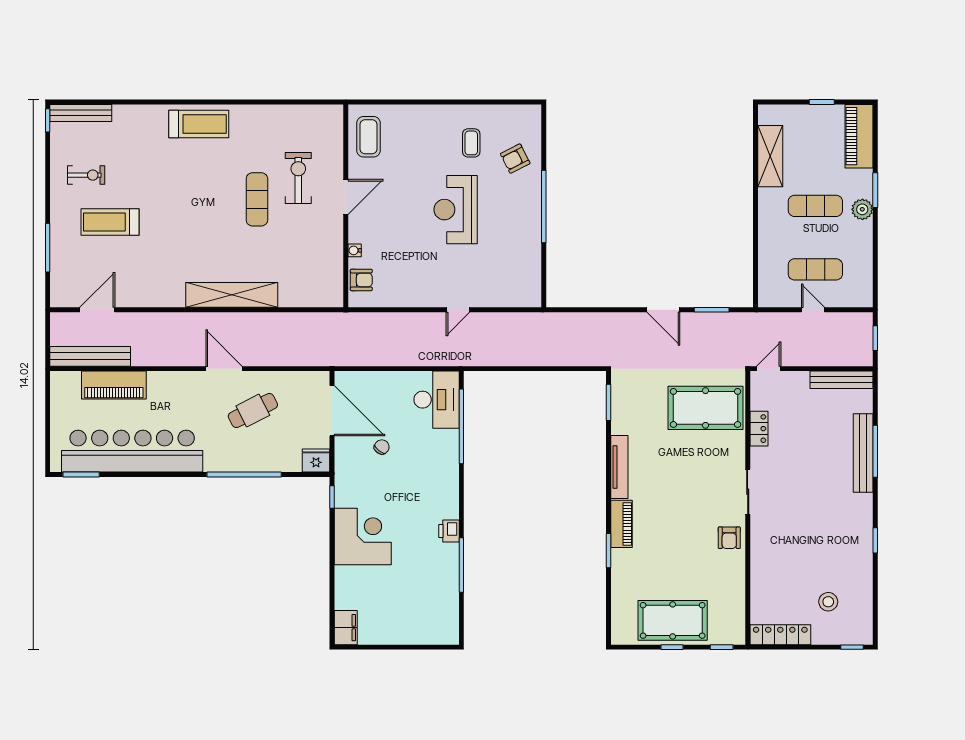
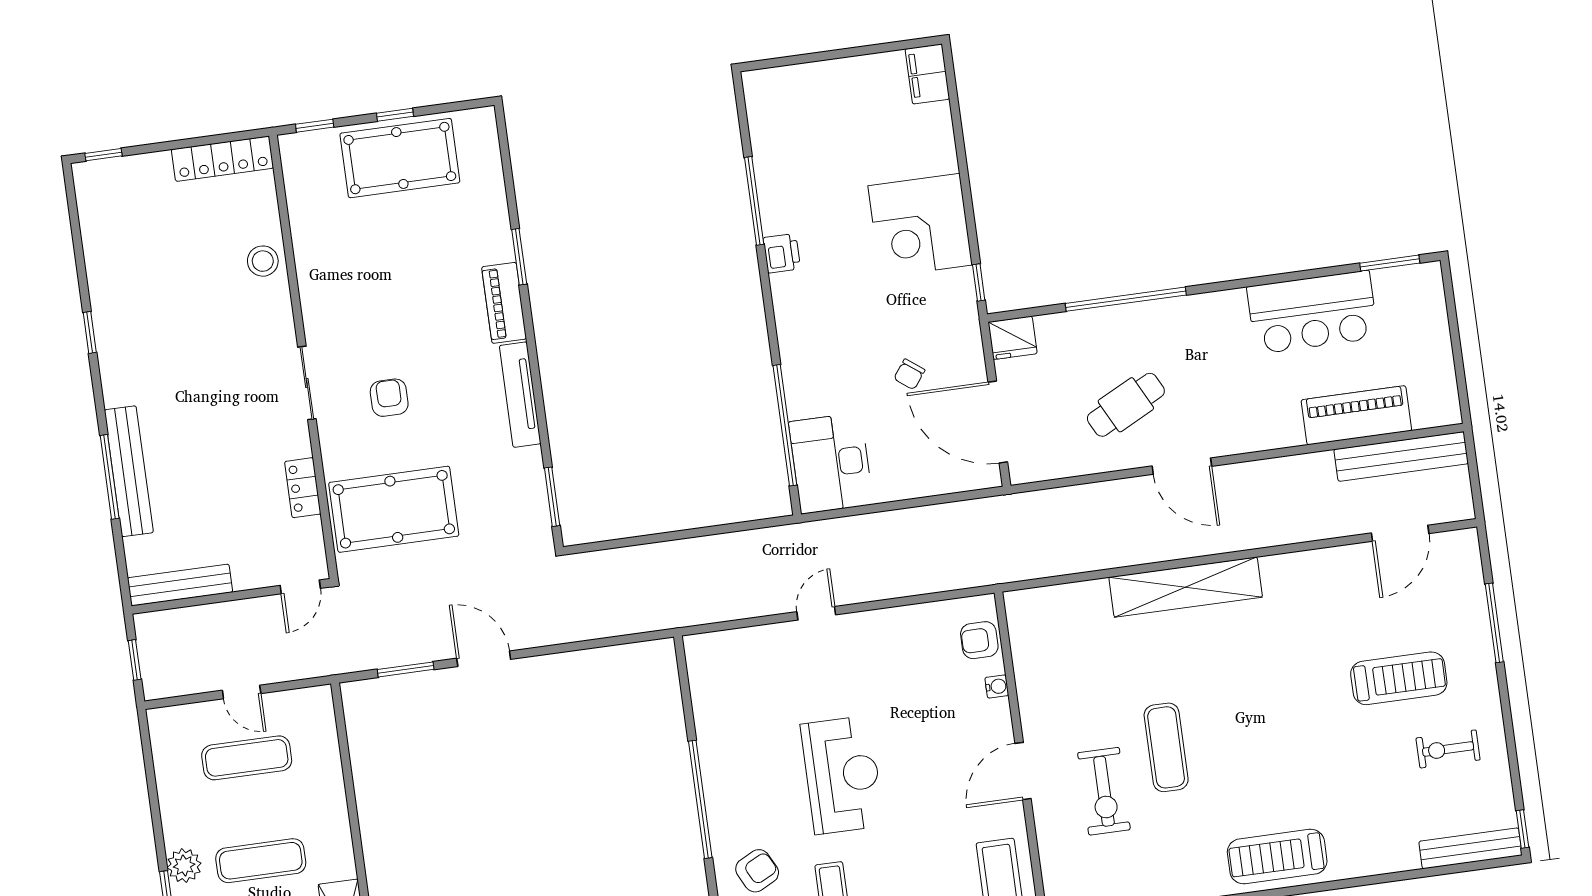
bar counter: (132, 451) -> (1312, 312), width x0.54
armchair: (729, 538) -> (389, 398), moved
stool: (828, 602) -> (263, 261), moved

